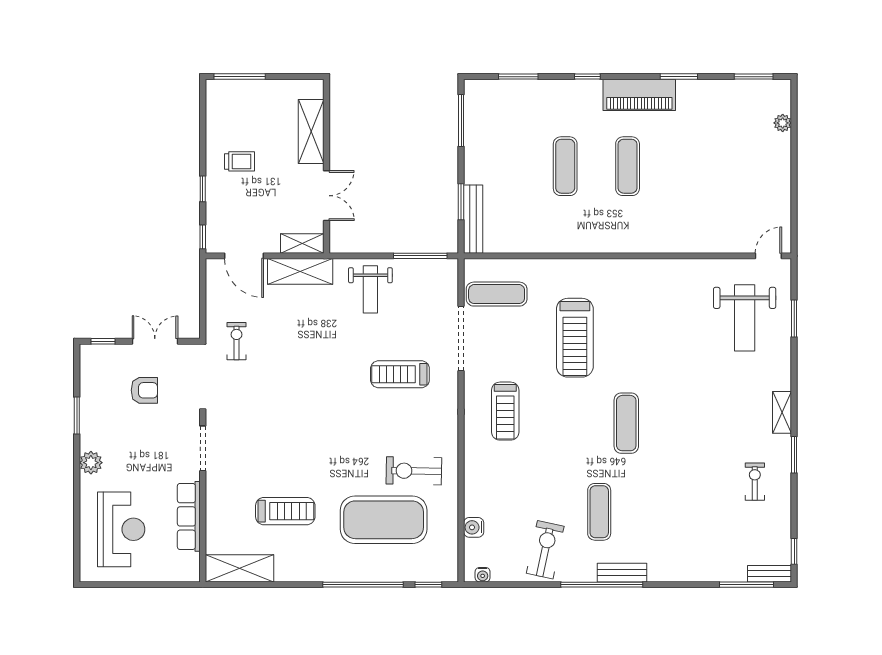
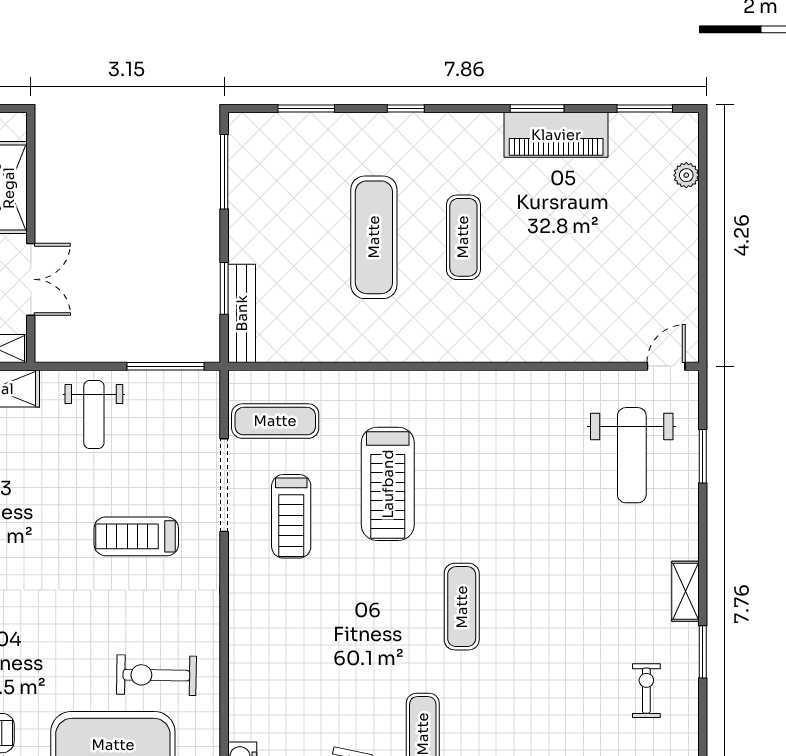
piano: (639, 95) -> (556, 135), moved
exercise mat: (565, 166) -> (374, 237), width x1.36, depth x1.45
treadmill: (505, 411) -> (291, 516), moved

